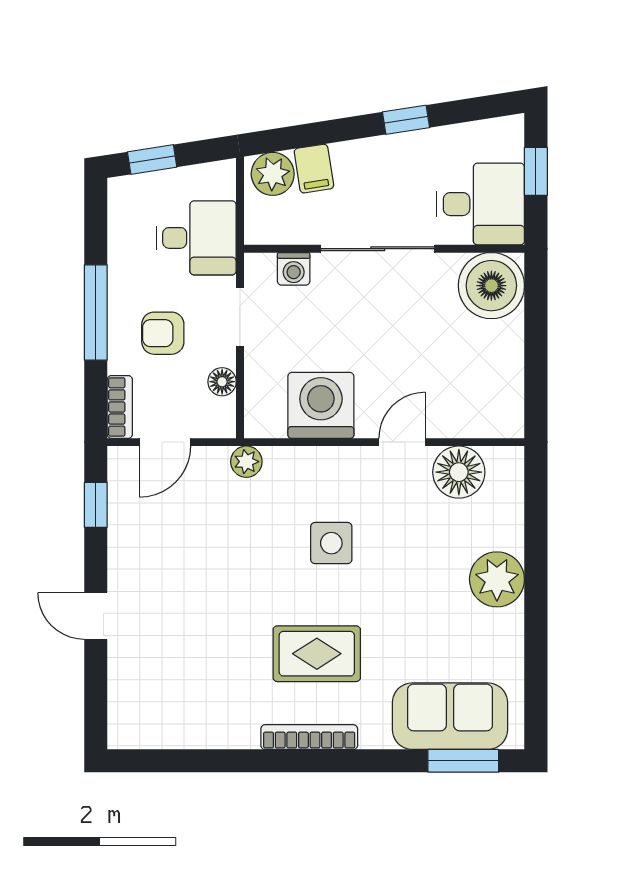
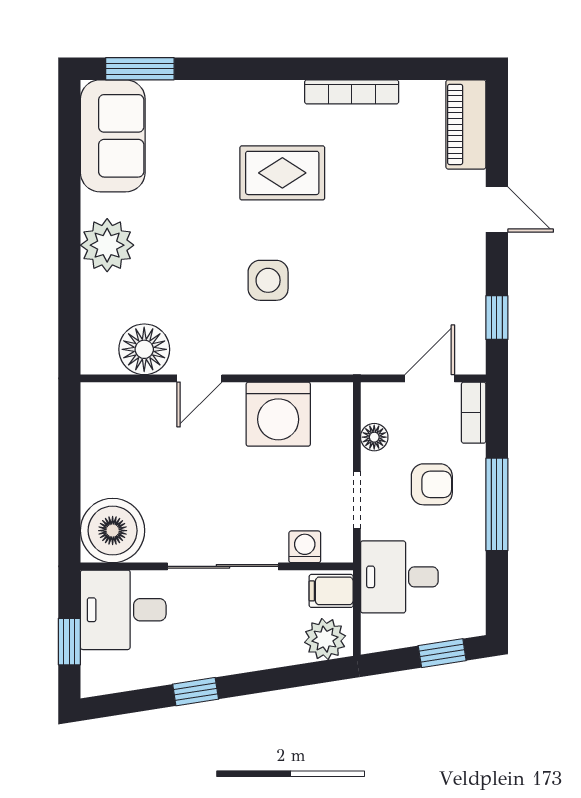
filing cabinet: (314, 169) -> (331, 591), moved, turned -81
plant: (246, 462) -> (351, 360), removed
piano: (128, 704) -> (466, 124), added
sofa: (450, 716) -> (113, 136), moved, turned -90
bookcase: (309, 737) -> (352, 92), moved

